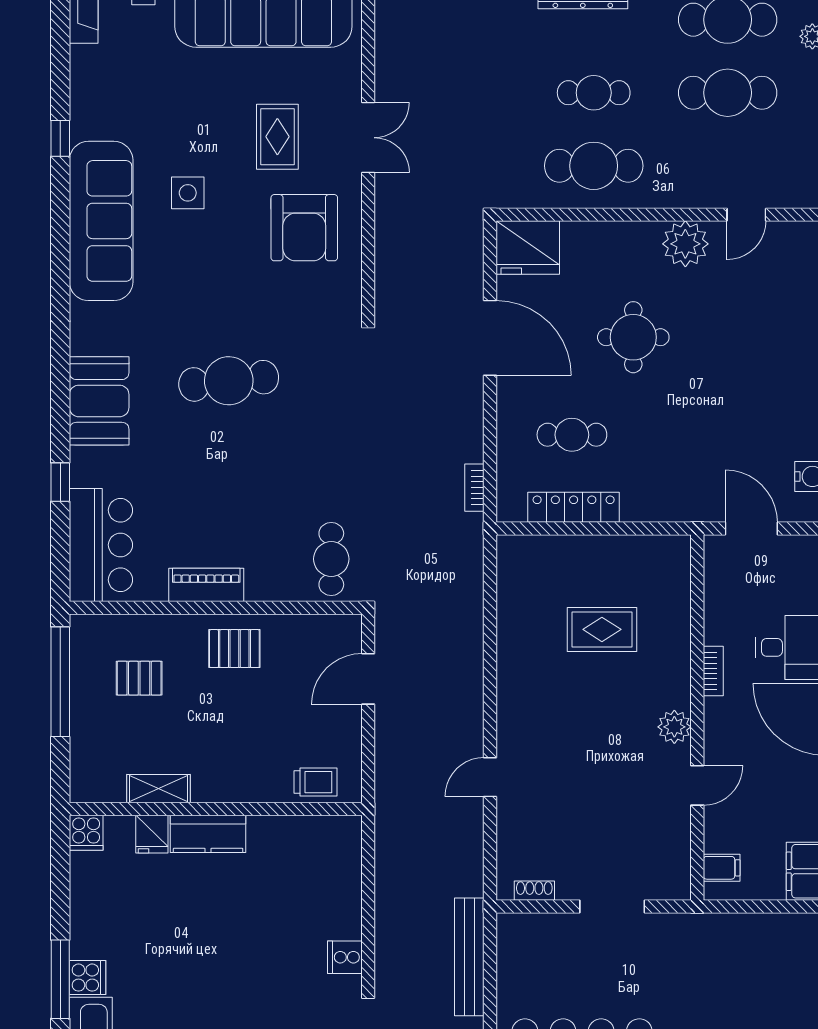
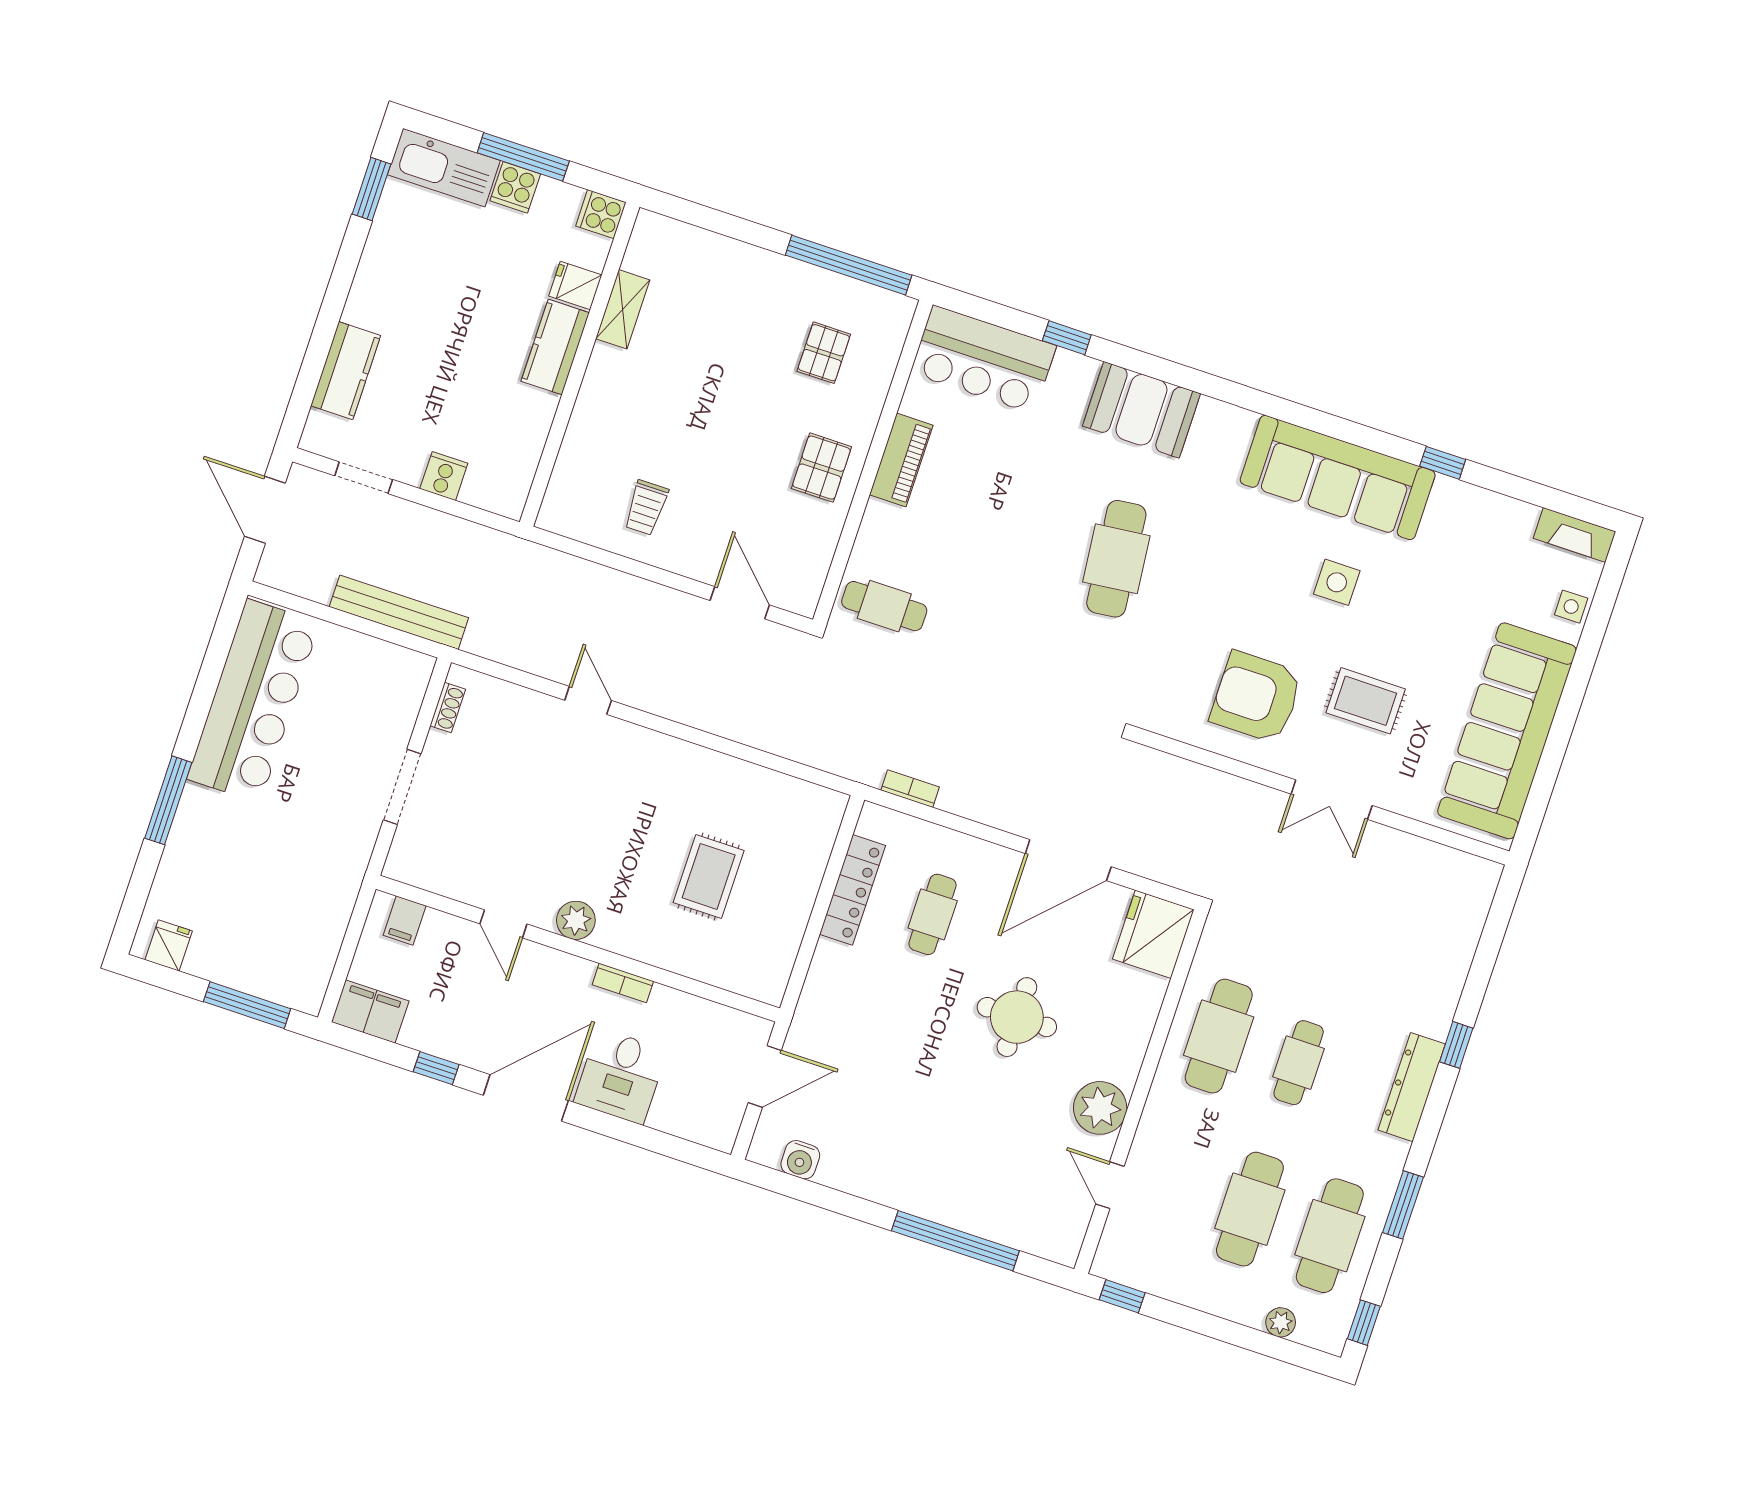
shelving: (159, 789) -> (623, 309), moved
wall: (216, 809) -> (580, 364), moved
cooker: (86, 833) -> (601, 214), moved
fridge: (152, 834) -> (575, 286), moved
kitchen counter: (208, 834) -> (555, 347), moved

